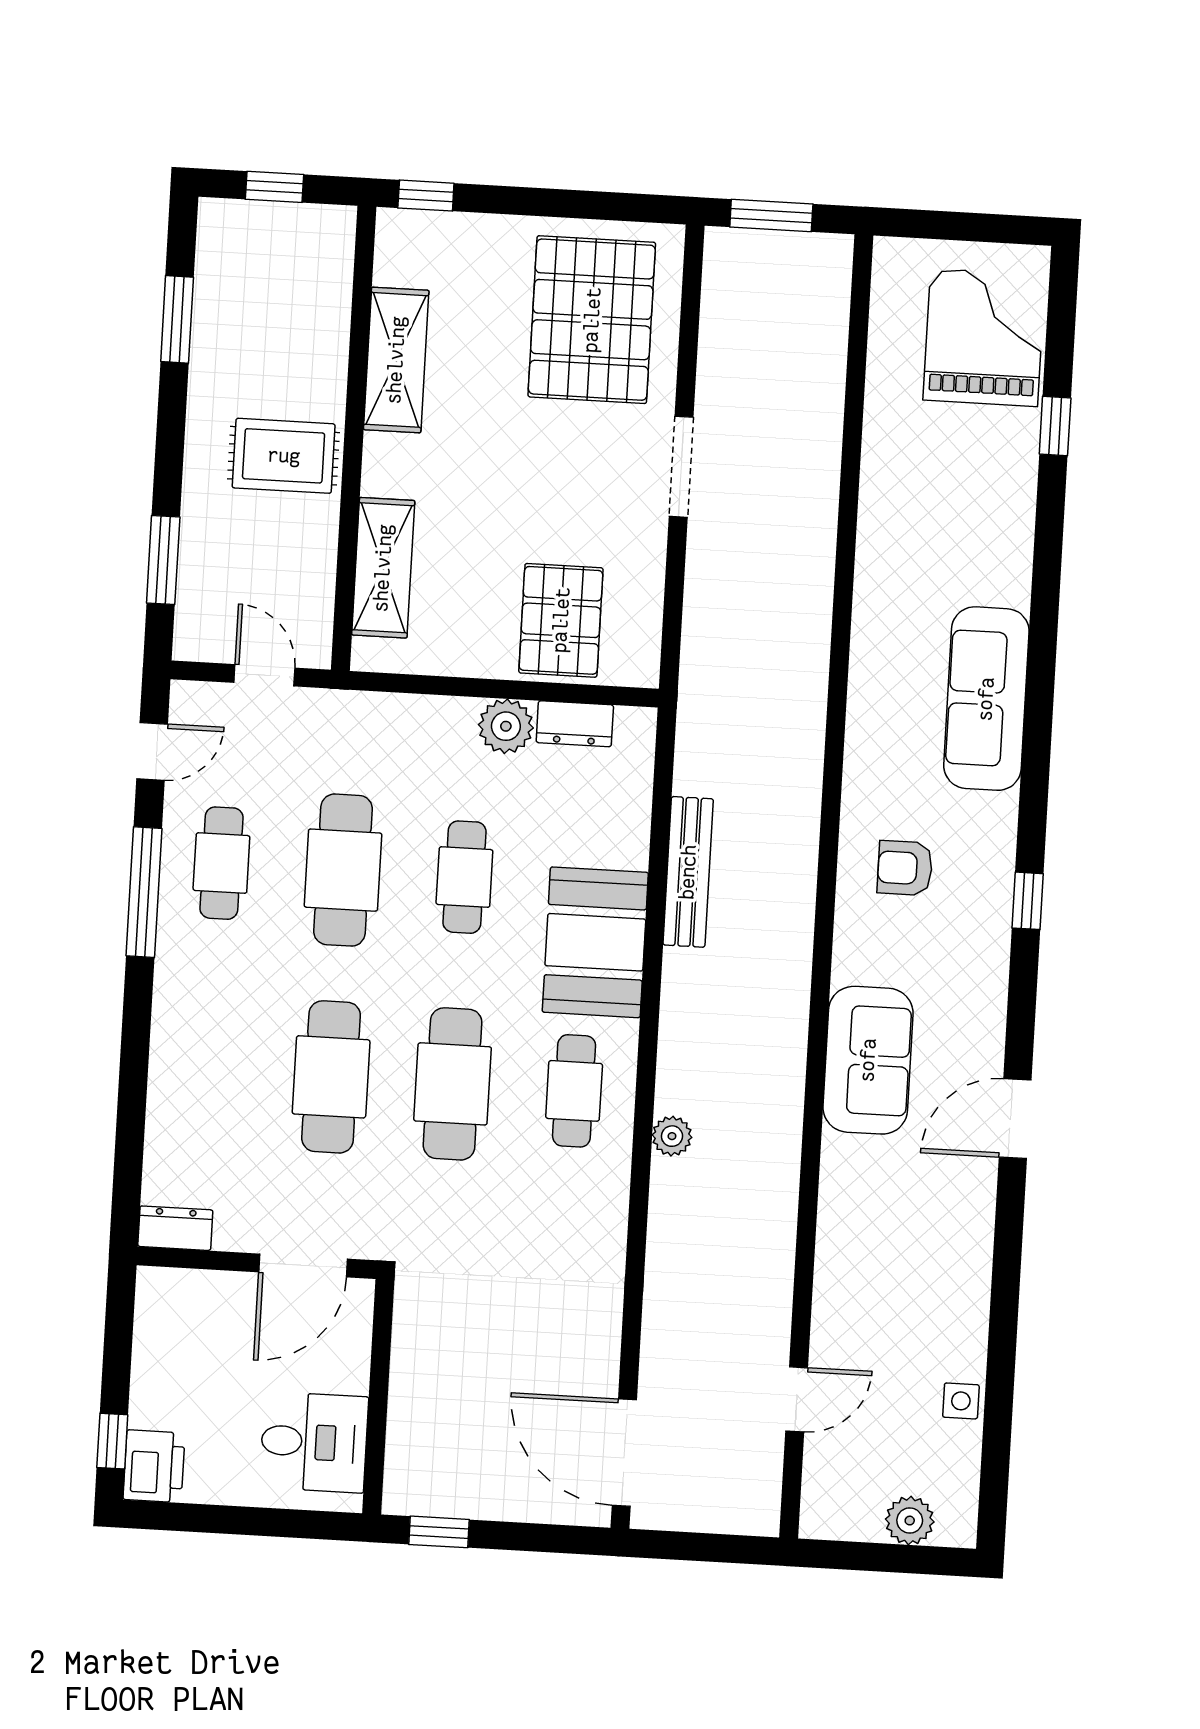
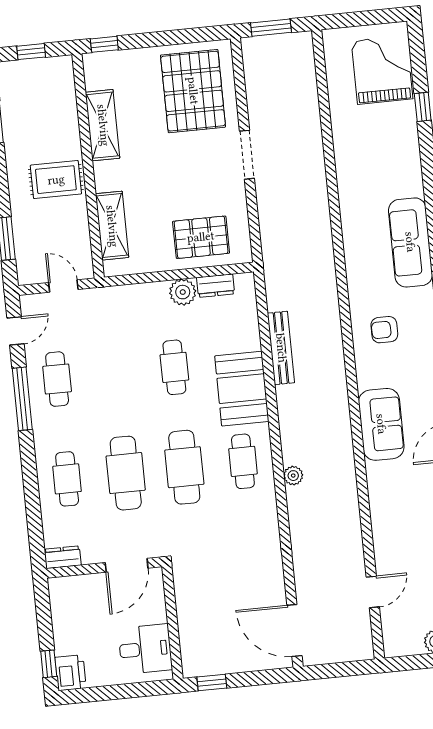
pallet: (561, 620) -> (201, 237), turned 90
cafe table: (343, 870) -> (67, 479), moved, width x0.73, depth x0.74

